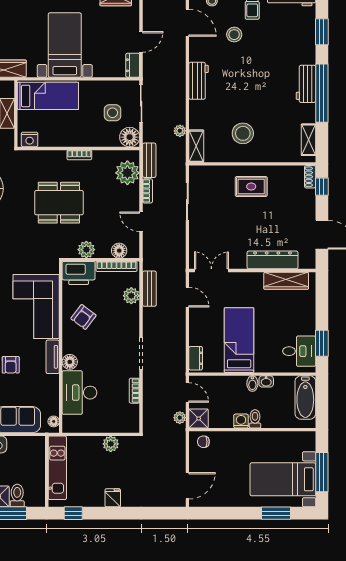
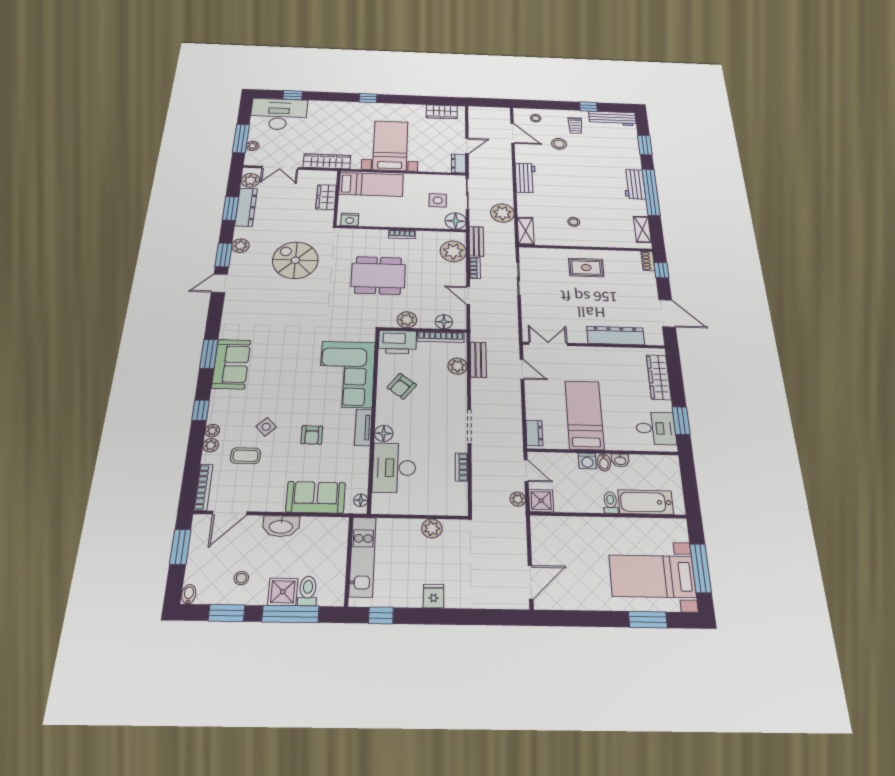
plant: (180, 131) -> (502, 213), width x1.87, depth x1.87
stool: (243, 133) -> (574, 222), width x0.53, depth x0.53
wardrobe: (286, 281) -> (659, 377), moved, turned 90
bathtub: (305, 397) -> (646, 502), moved, turned 90
washing machine: (241, 421) -> (587, 461), moved, turned 180
chair: (203, 442) -> (548, 528), removed

